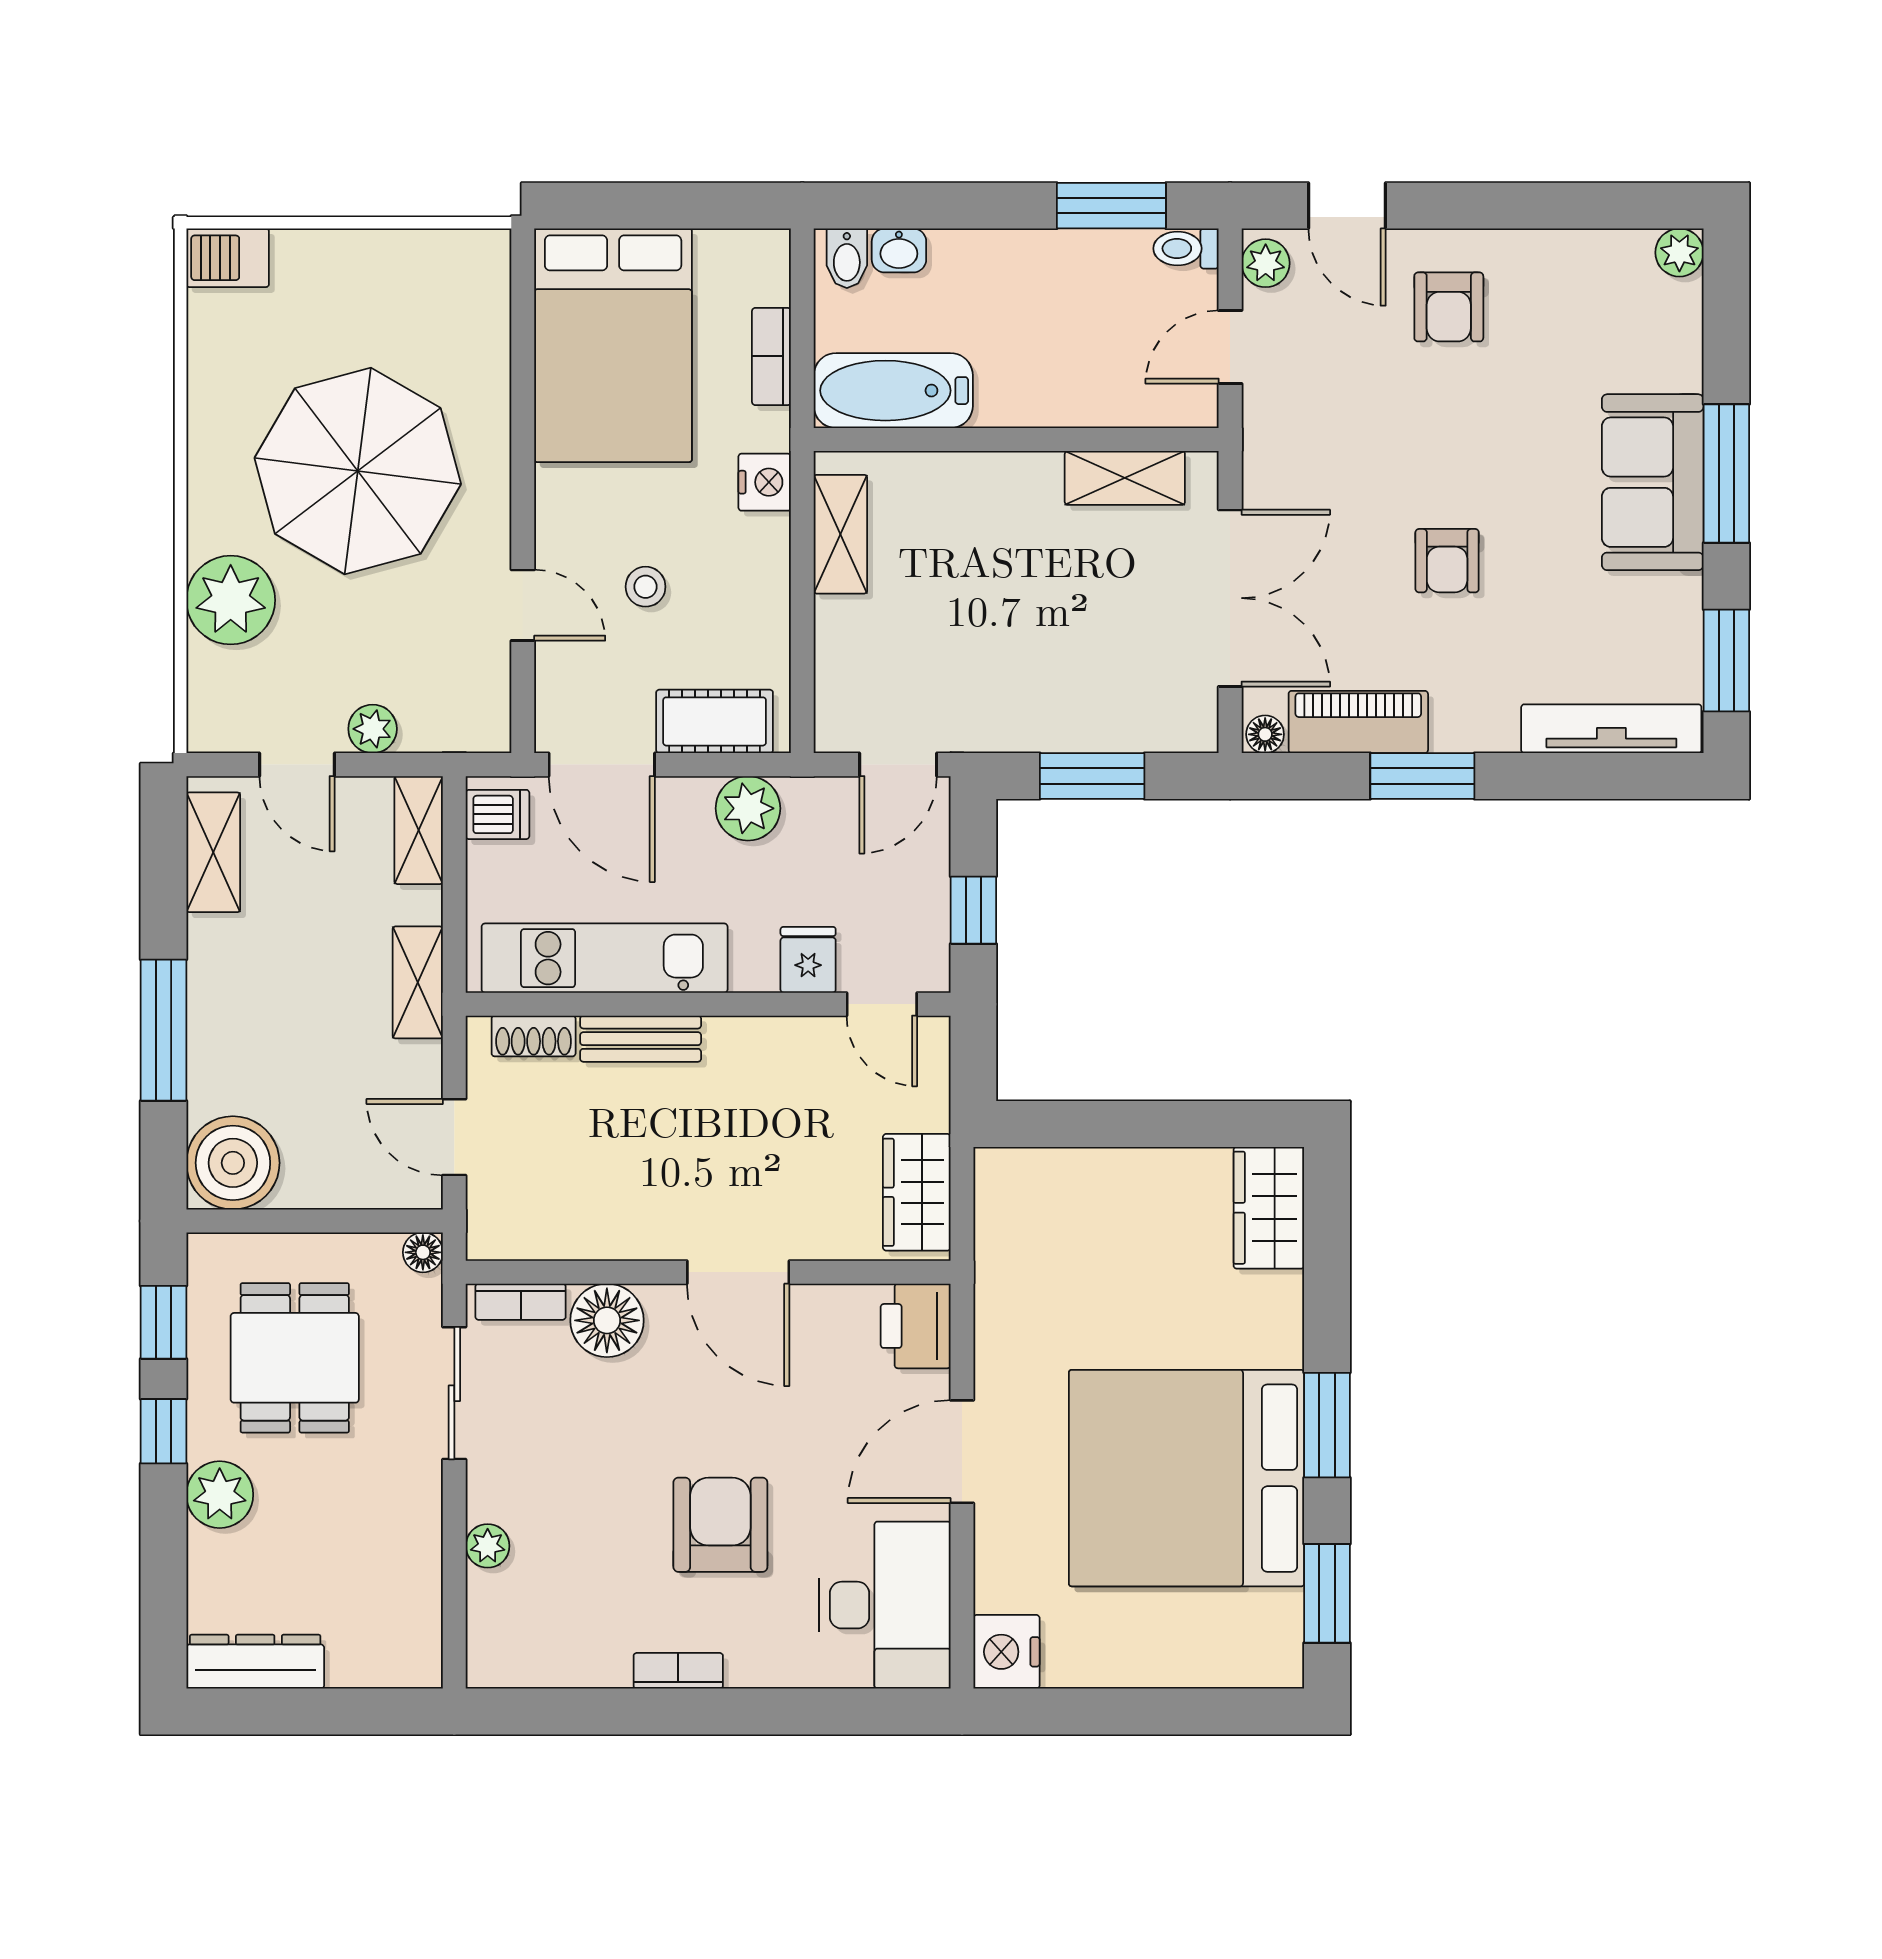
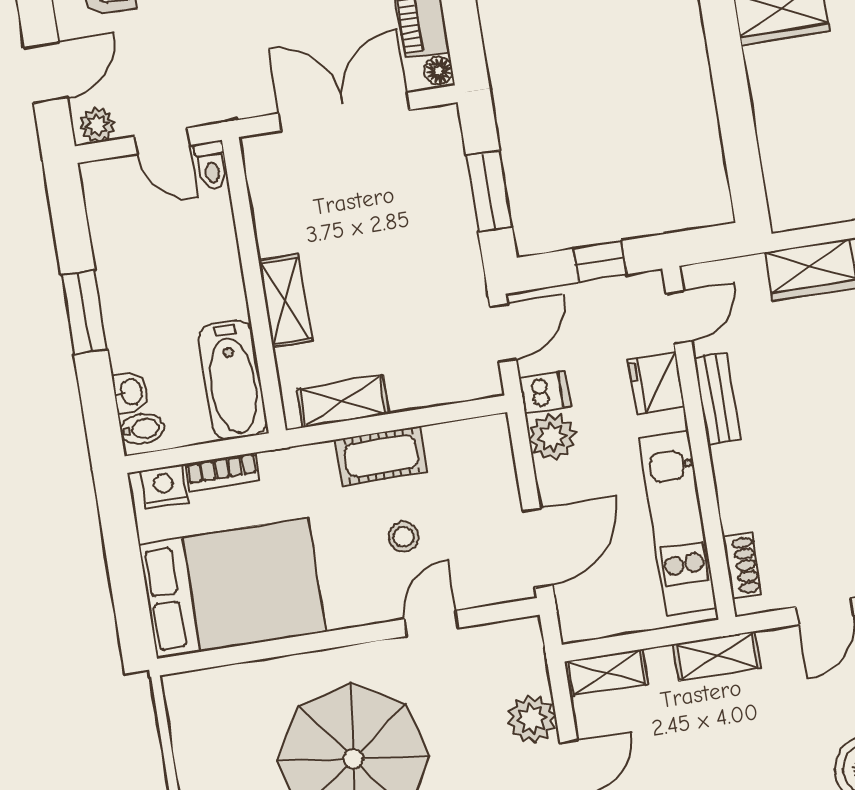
window: (1111, 206) -> (84, 312), moved
toilet: (1186, 248) -> (211, 166), moved
shelving: (1125, 478) -> (285, 301), moved
nightstand: (765, 482) -> (164, 487), moved
cot: (715, 721) -> (381, 456), moved, turned 90
plant: (373, 729) -> (532, 719), width x1.38, depth x1.38
door: (898, 765) -> (503, 333), hinge flipped
dishwasher: (498, 814) -> (545, 392), moved, turned 90
fridge: (808, 960) -> (656, 383), width x1.38
bench: (641, 1039) -> (717, 399), moved

